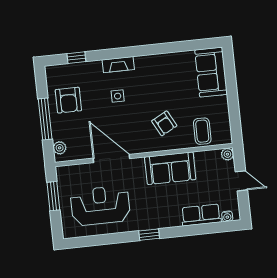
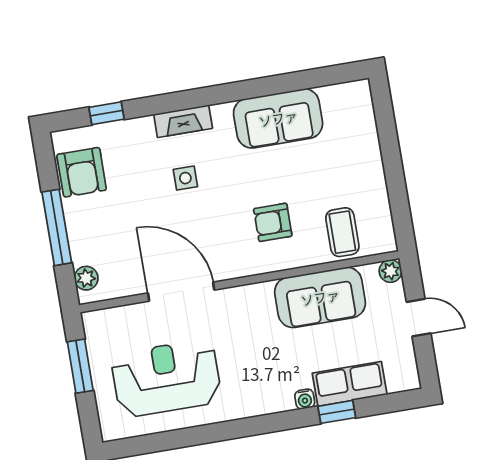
sofa: (211, 72) -> (278, 118), moved, turned -90
armchair: (68, 100) -> (82, 172), moved
armchair: (164, 123) -> (273, 222), turned 118
sofa: (170, 168) -> (320, 297), moved
water cooler: (227, 216) -> (305, 399), moved
window: (149, 235) -> (337, 412), moved

